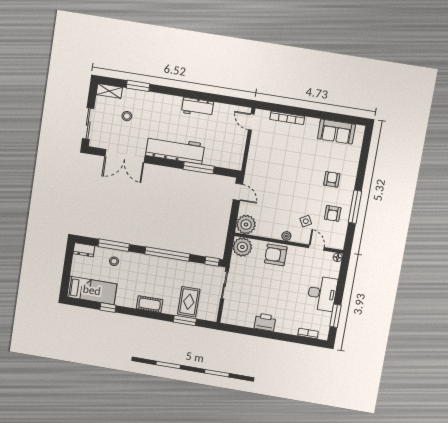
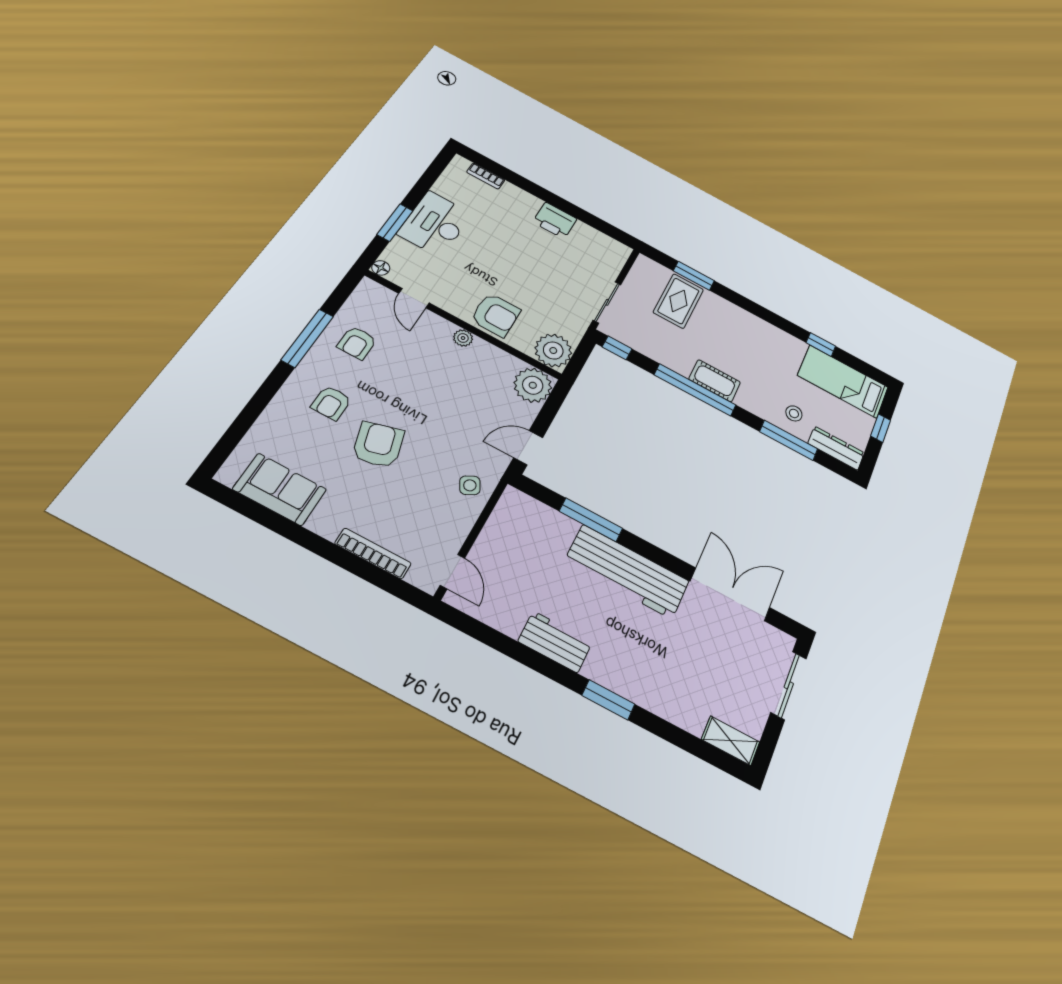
window: (138, 86) -> (608, 700), moved
stool: (127, 116) -> (707, 674), removed
armchair: (304, 168) -> (378, 445), added
door: (238, 192) -> (528, 448), hinge flipped
armchair: (333, 213) -> (357, 343), turned 180
side table: (306, 221) -> (470, 485), moved
dresser: (84, 250) -> (836, 448), width x1.44
window: (67, 271) -> (881, 428), added
cot: (150, 304) -> (715, 381), moved
window: (335, 316) -> (395, 223), moved

